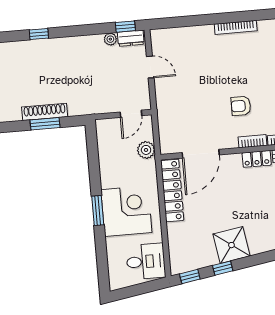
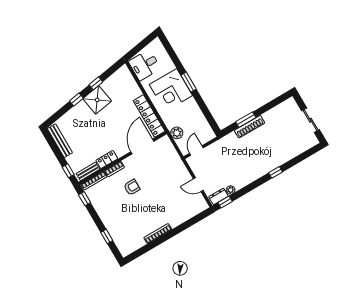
window: (190, 276) -> (76, 100), moved

